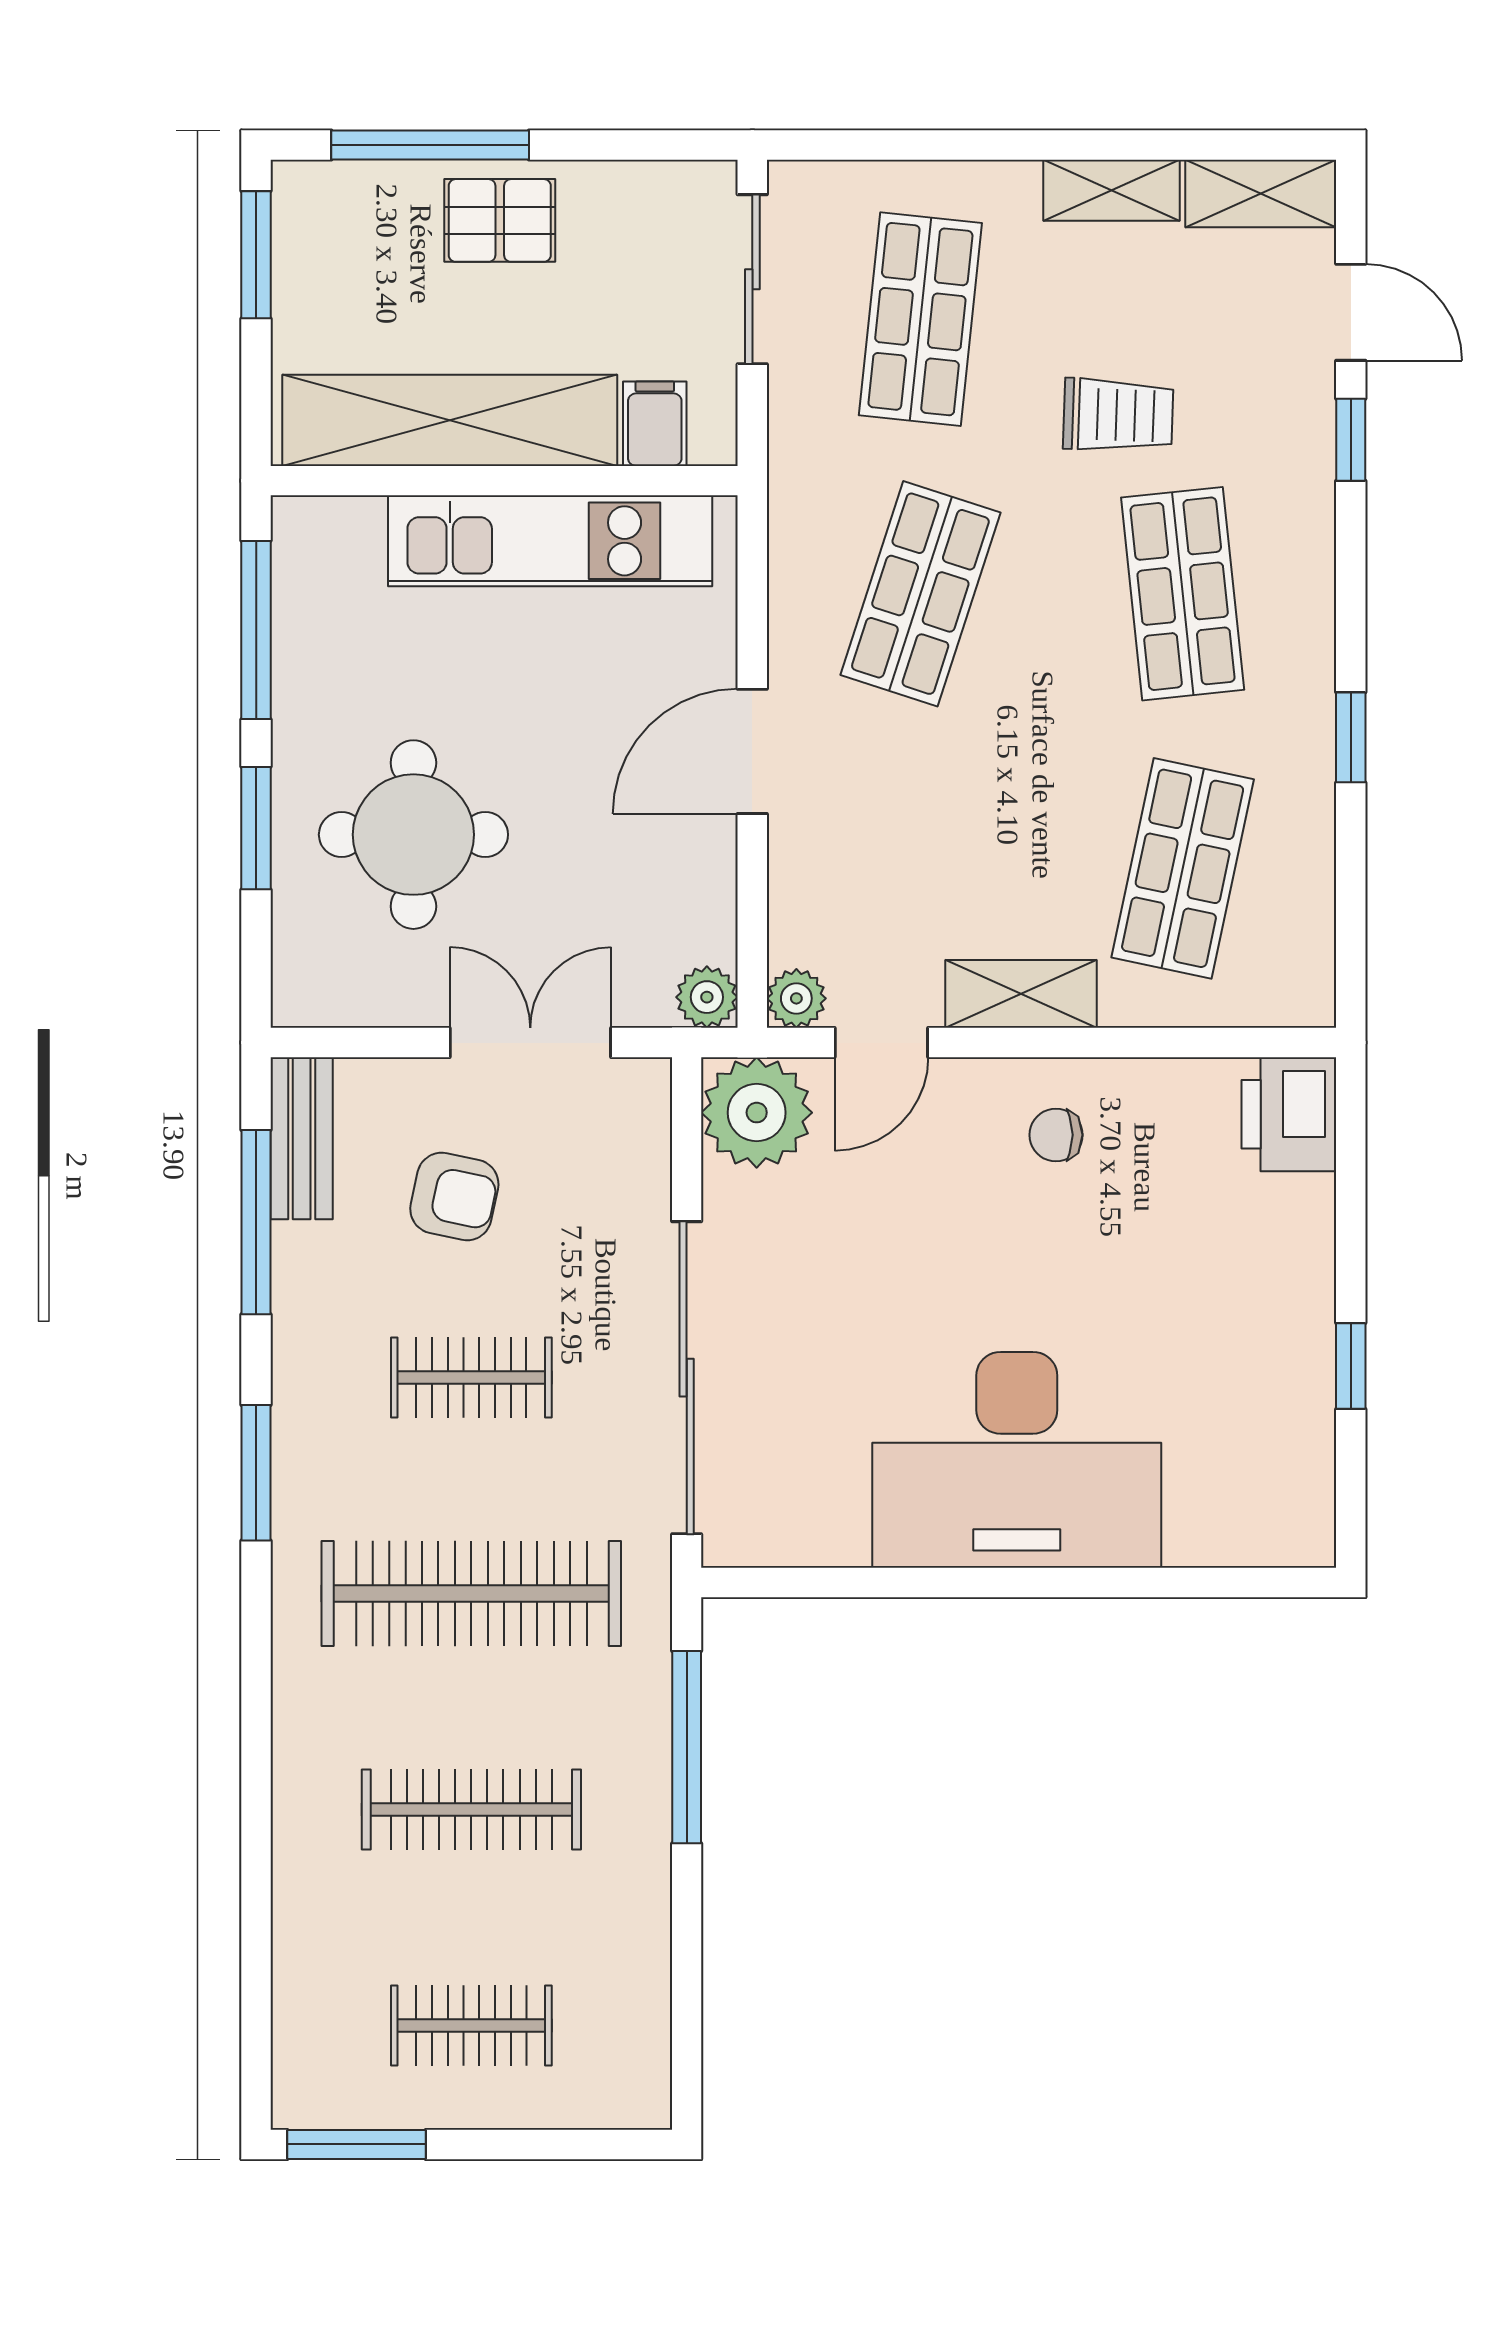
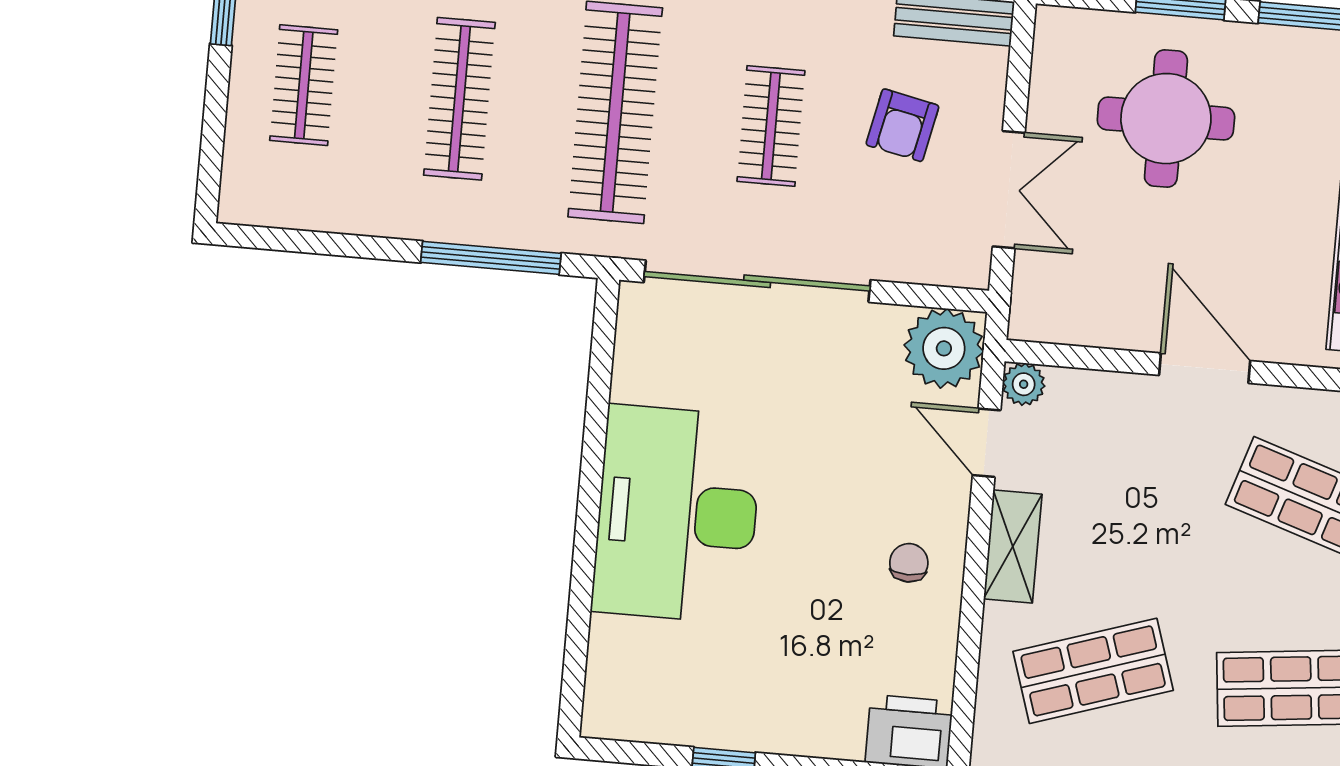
shop shelf: (1183, 868) -> (1093, 671), turned -30
plant: (707, 997) -> (1030, 320), removed

